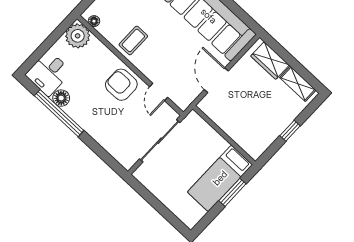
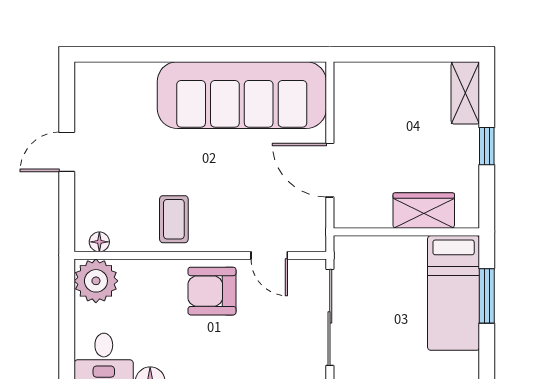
wardrobe: (270, 60) -> (424, 211), moved, turned 180
shelving: (298, 84) -> (465, 93), moved, turned 90

